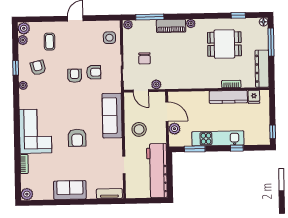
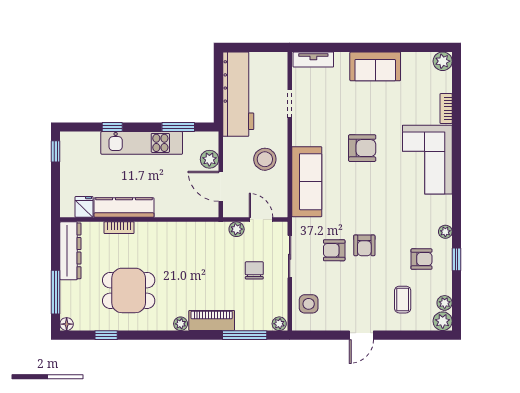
armchair: (38, 68) -> (421, 259), turned -76
armchair: (77, 138) -> (362, 148), turned 90

